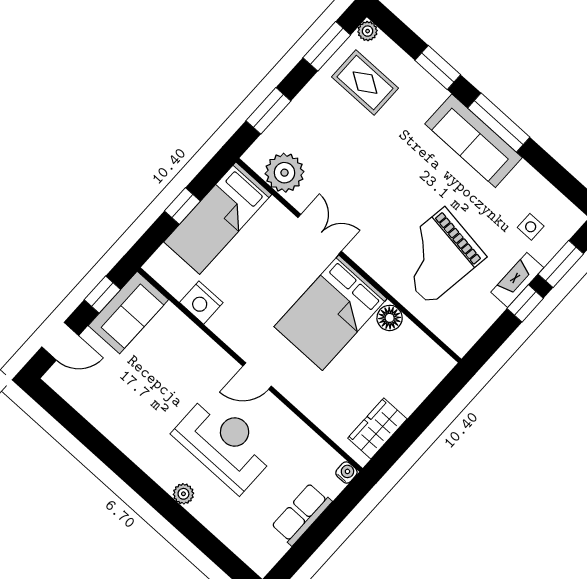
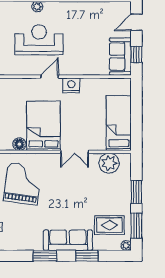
window: (268, 111) -> (136, 192), moved
window: (499, 123) -> (45, 256), width x0.69
sofa: (474, 141) -> (68, 240), moved
window: (182, 206) -> (136, 116), removed
nightstand: (201, 303) -> (71, 85), moved
reception desk: (224, 443) -> (39, 40), turned 180

